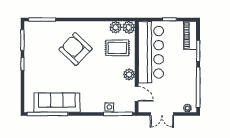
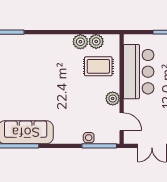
plant: (129, 27) -> (80, 42), moved
armchair: (75, 49) -> (48, 68), removed
bar counter: (151, 52) -> (139, 72), width x0.73

